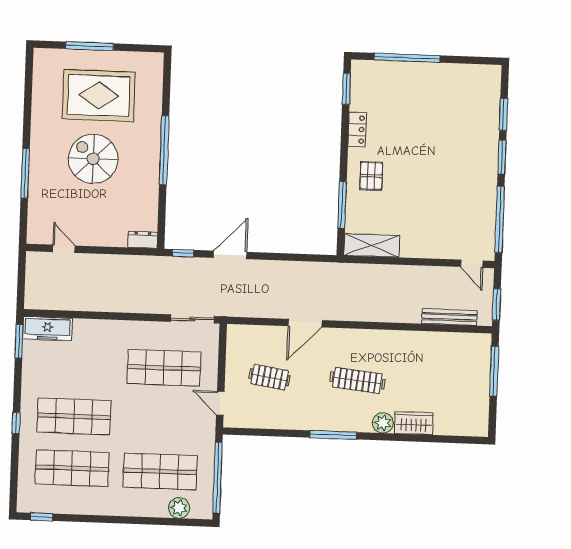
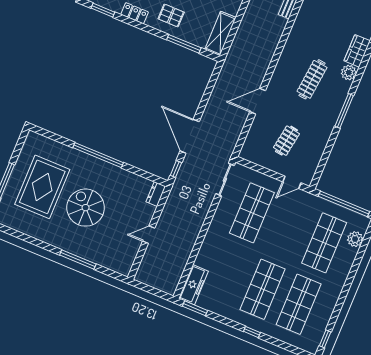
spiral stairs: (93, 159) -> (86, 208), turned 90
door: (64, 249) -> (149, 235), moved
door: (230, 255) -> (190, 136), width x1.36
door: (305, 323) -> (258, 101), swing flipped

